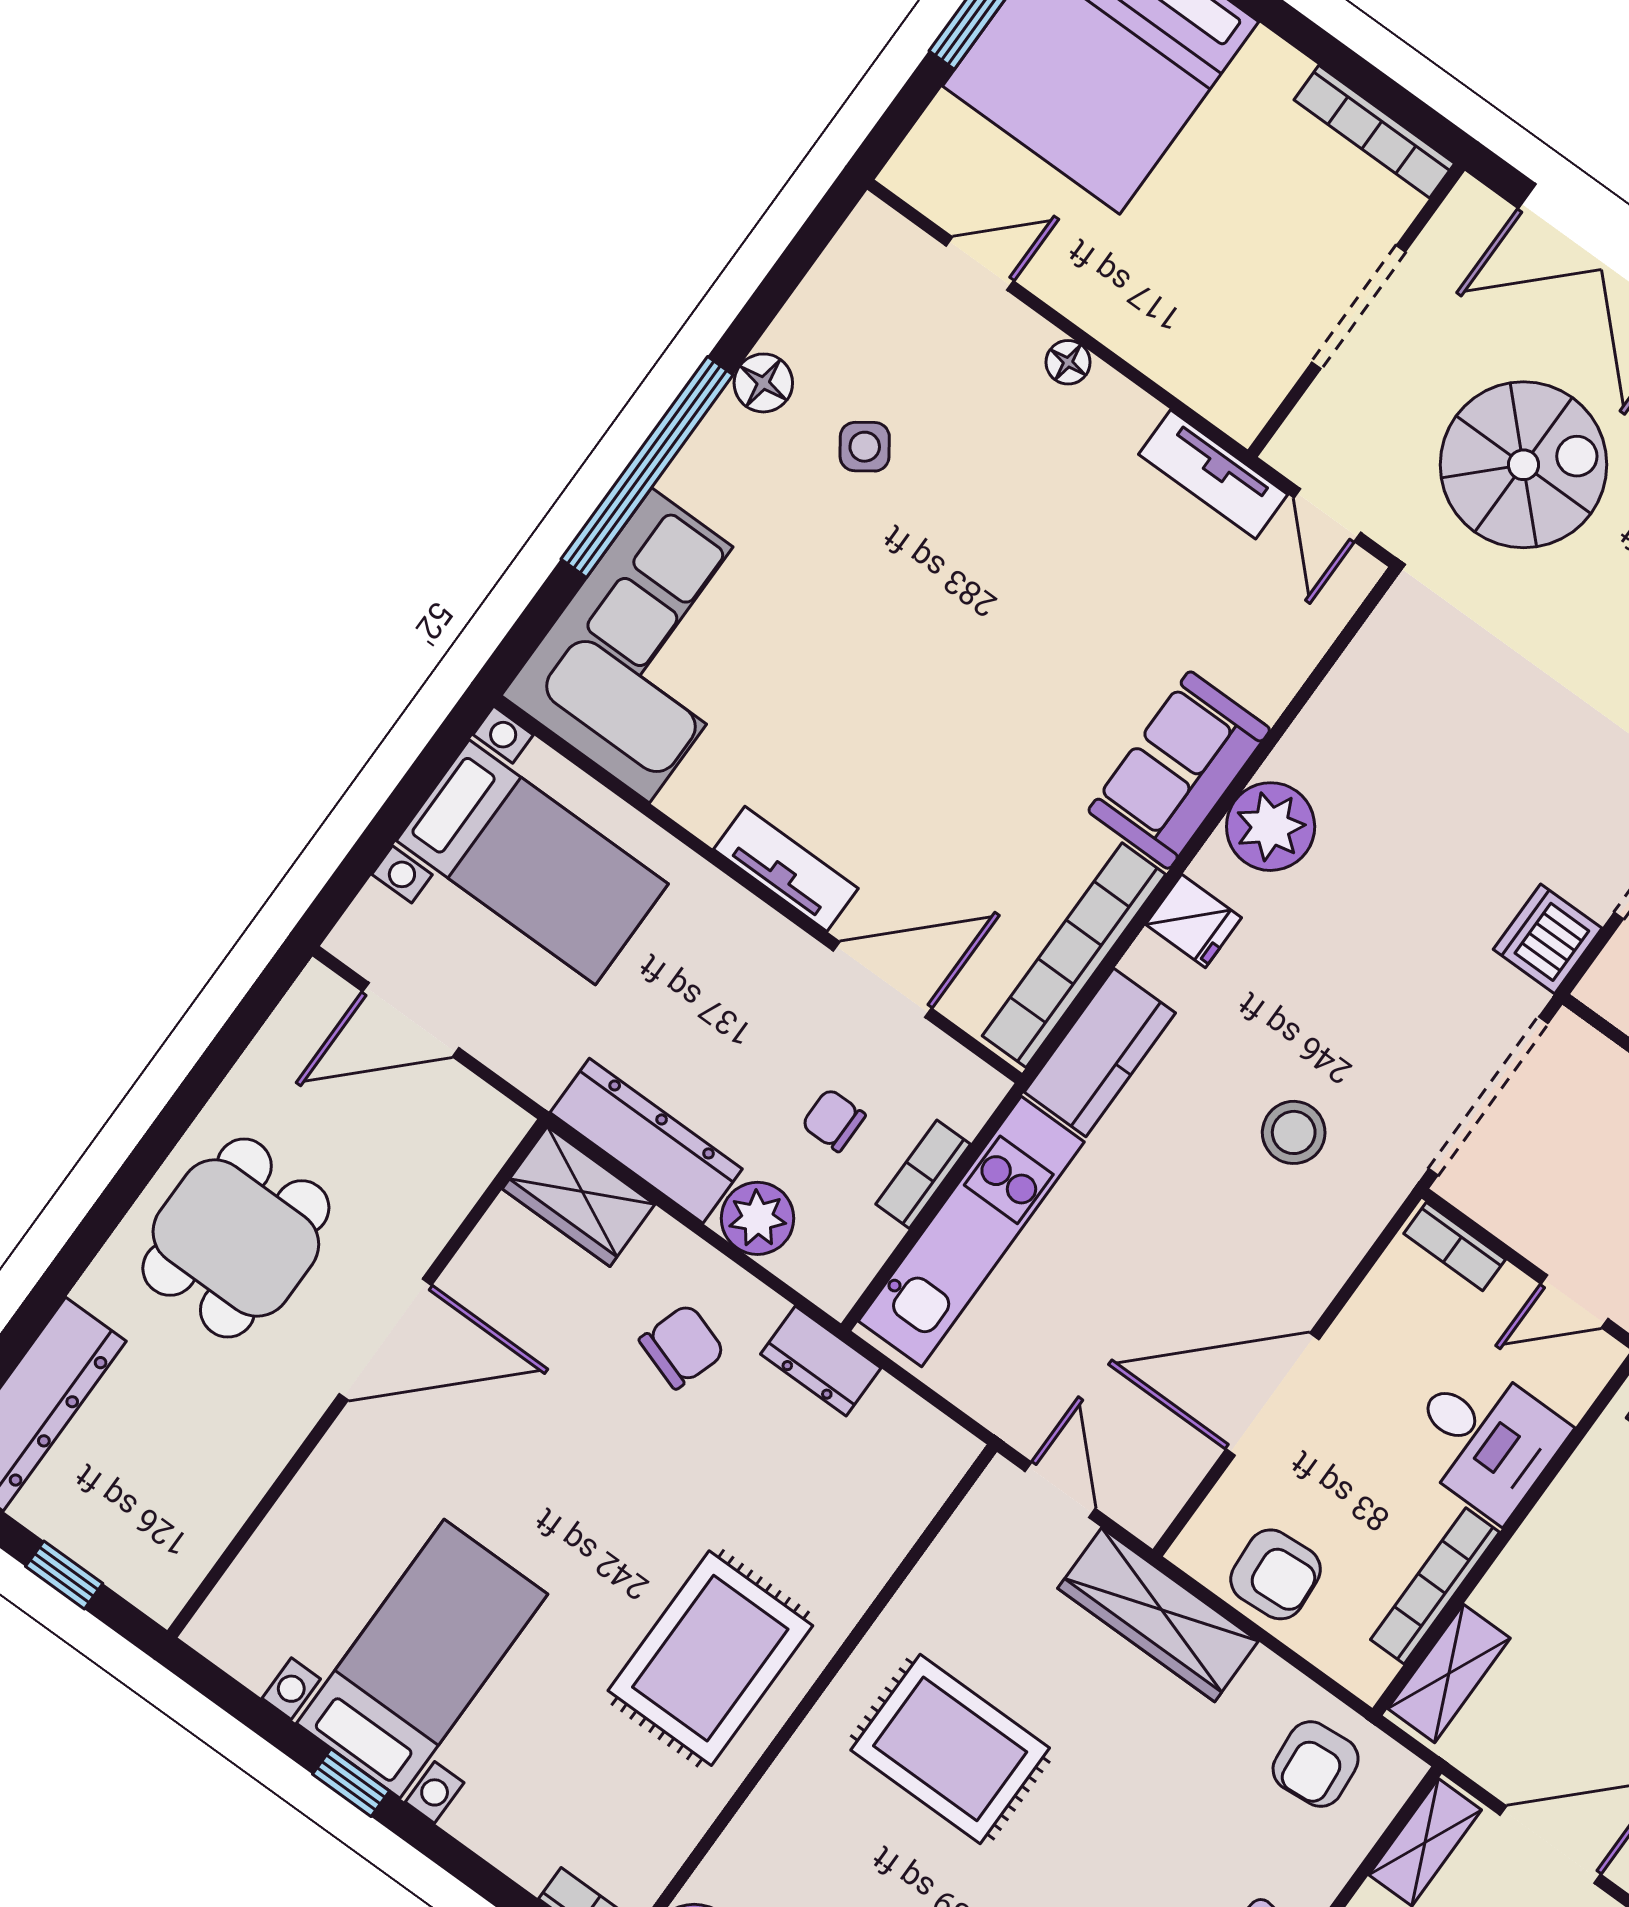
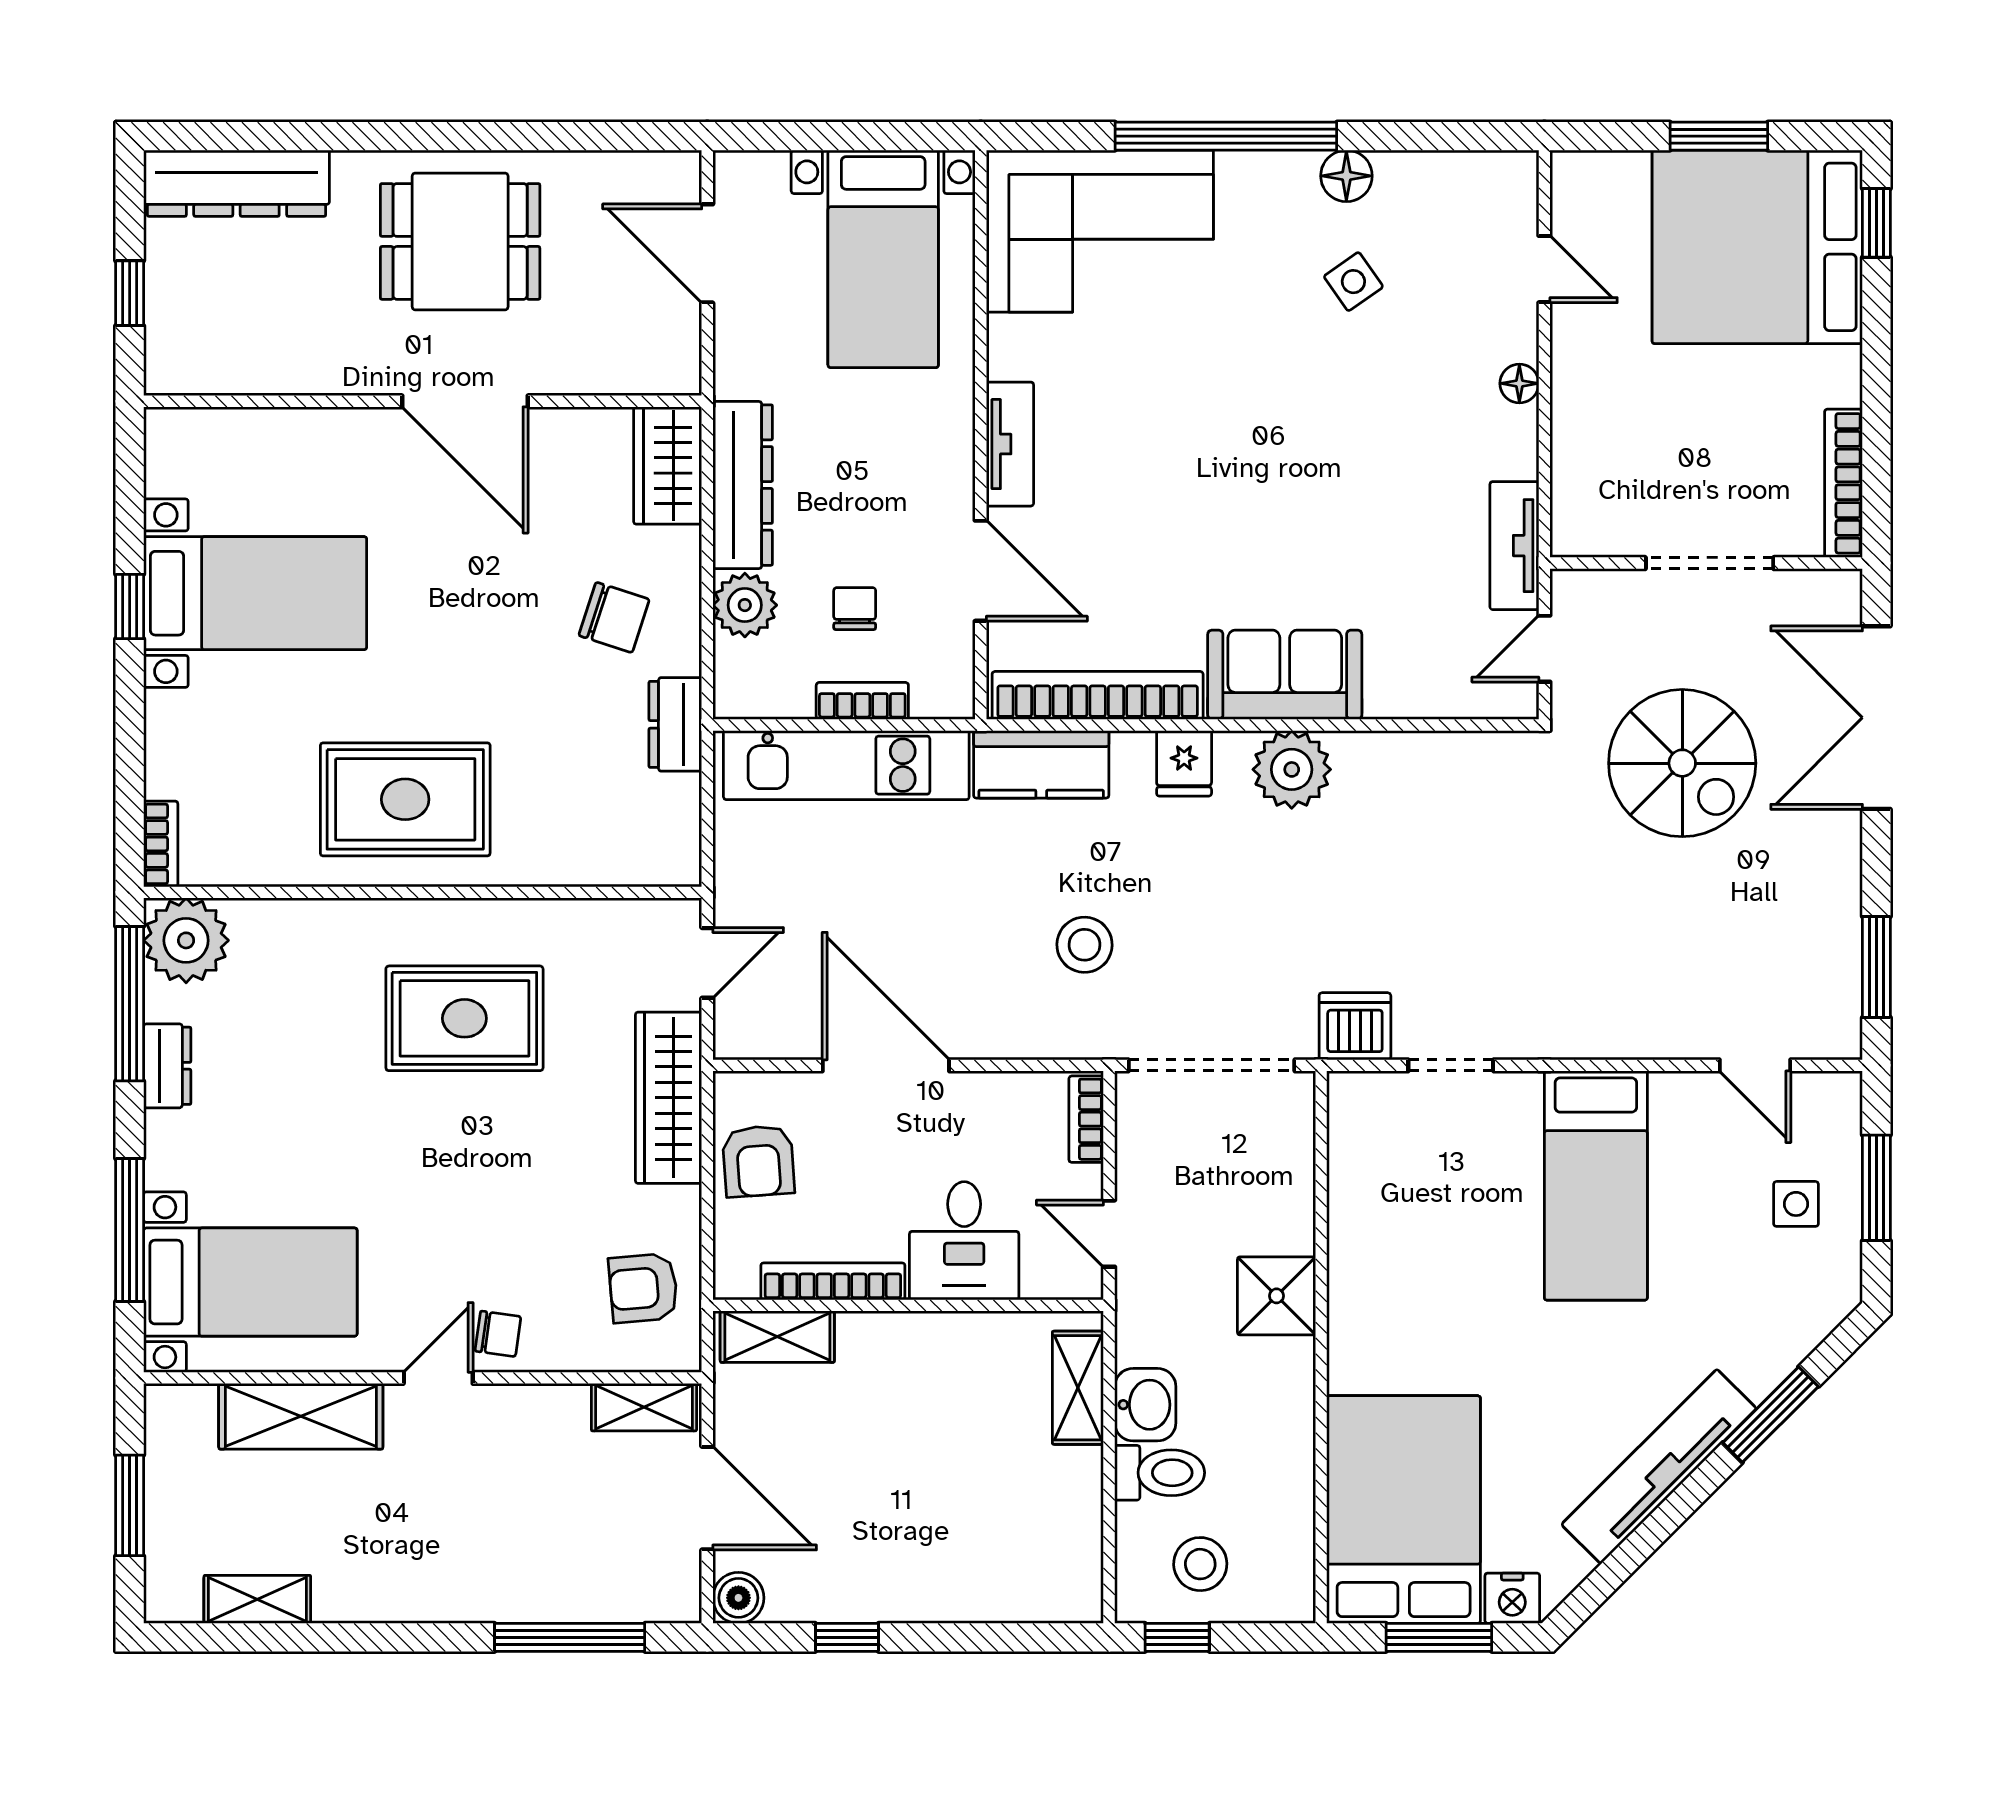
rug: (950, 1749) -> (464, 1018), turned 90

